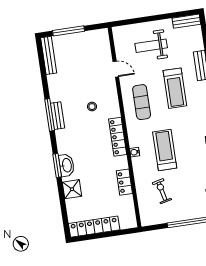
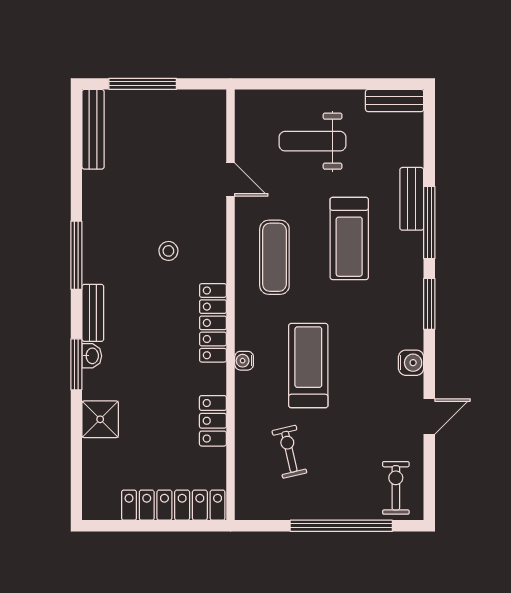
bench: (58, 116) -> (93, 313), moved
washbasin: (67, 165) -> (92, 356), width x0.52, depth x0.69
locker: (94, 227) -> (173, 505), moved

